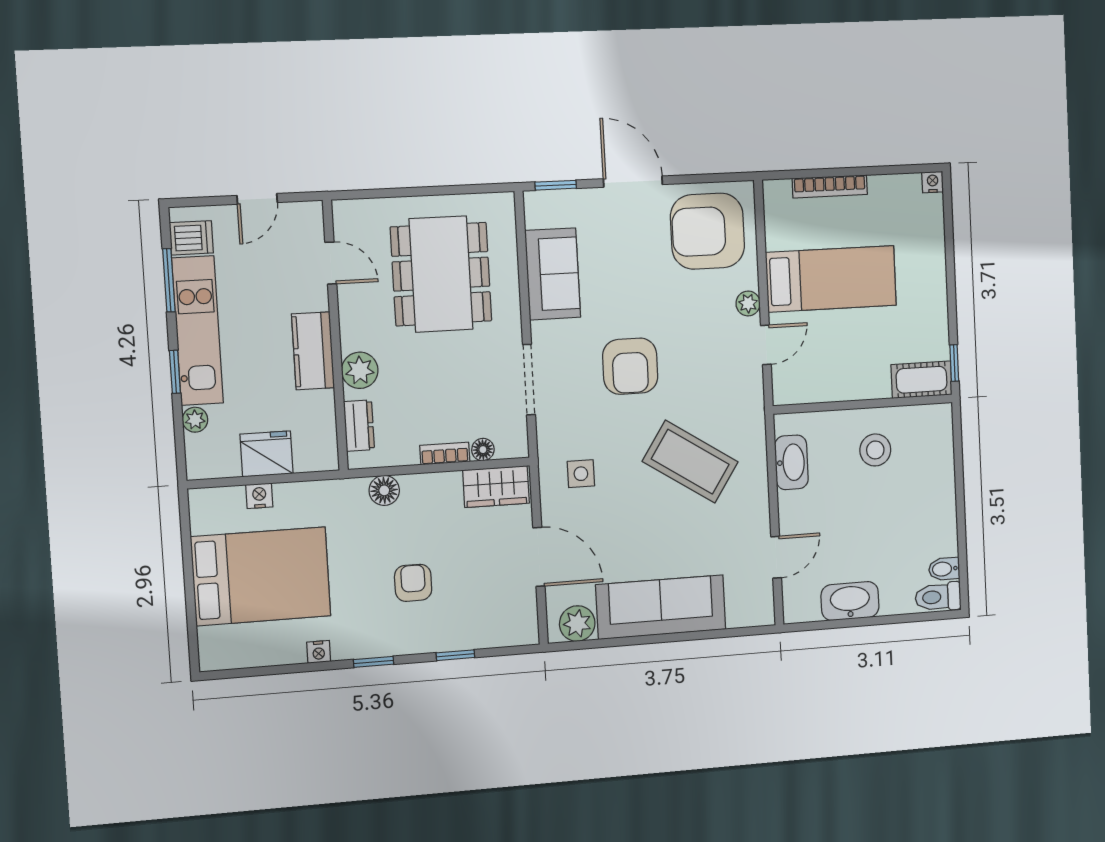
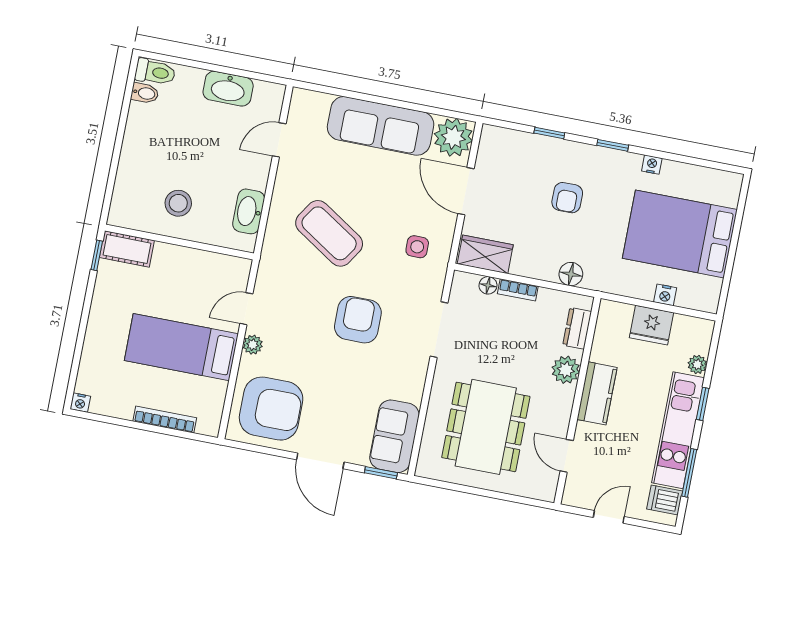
sofa: (553, 274) -> (394, 436), moved
plant: (577, 624) -> (453, 137), width x1.36, depth x1.36

